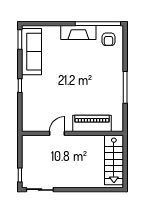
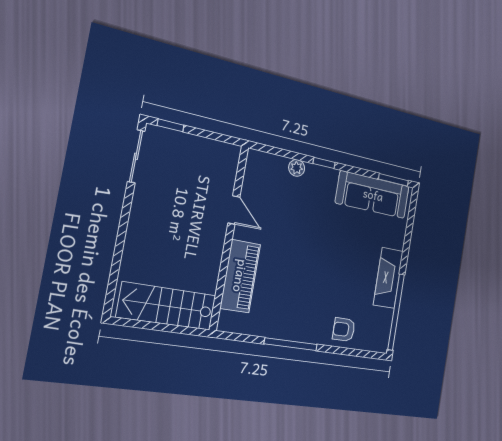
armchair: (109, 39) -> (344, 330), moved
plant: (26, 102) -> (297, 168), added

